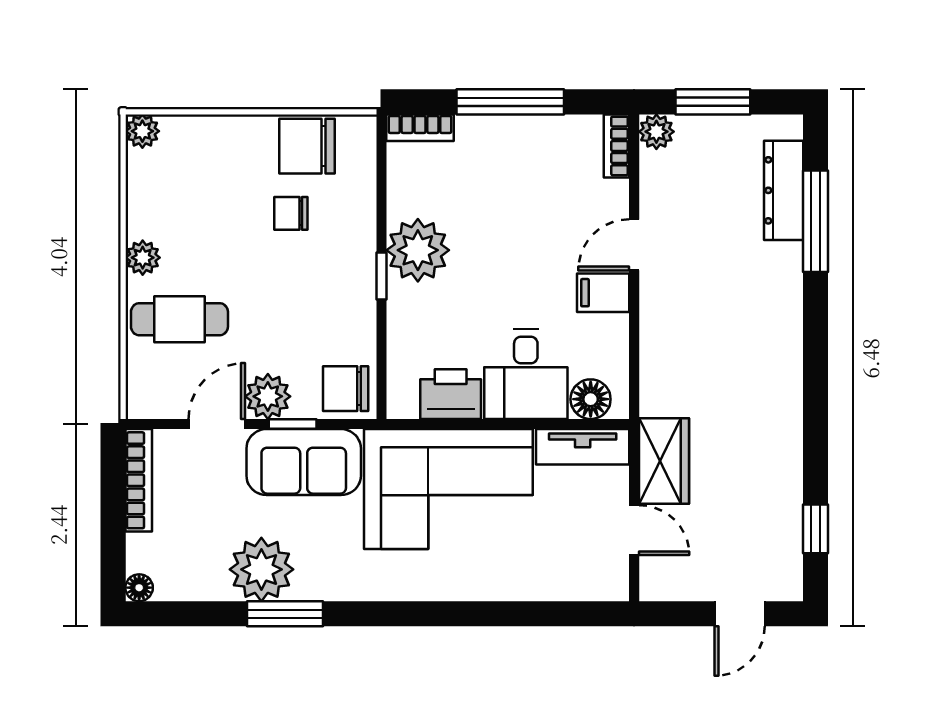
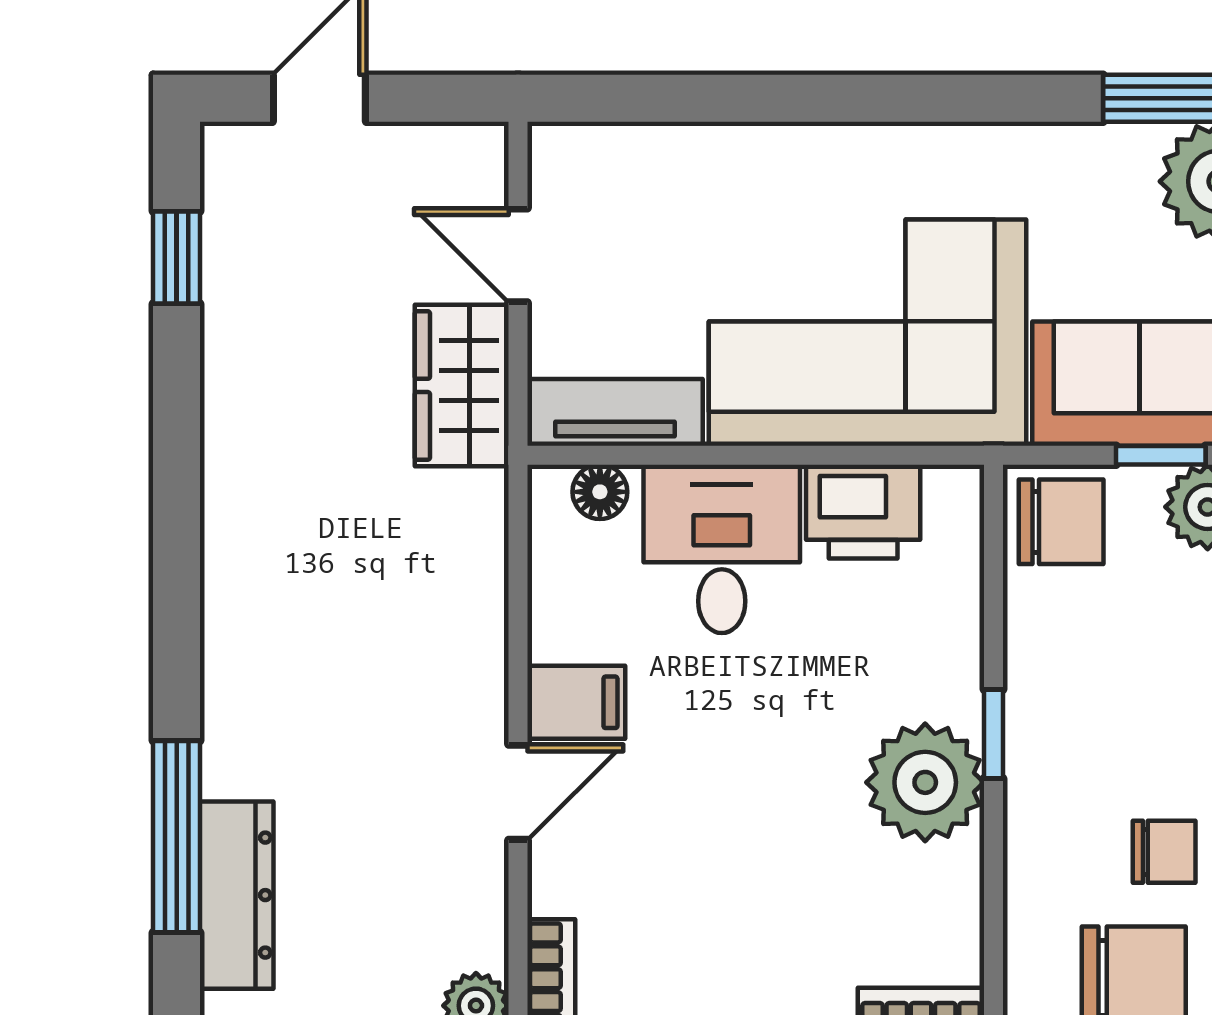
floor lamp: (591, 399) -> (600, 492), width x0.73, depth x0.73

